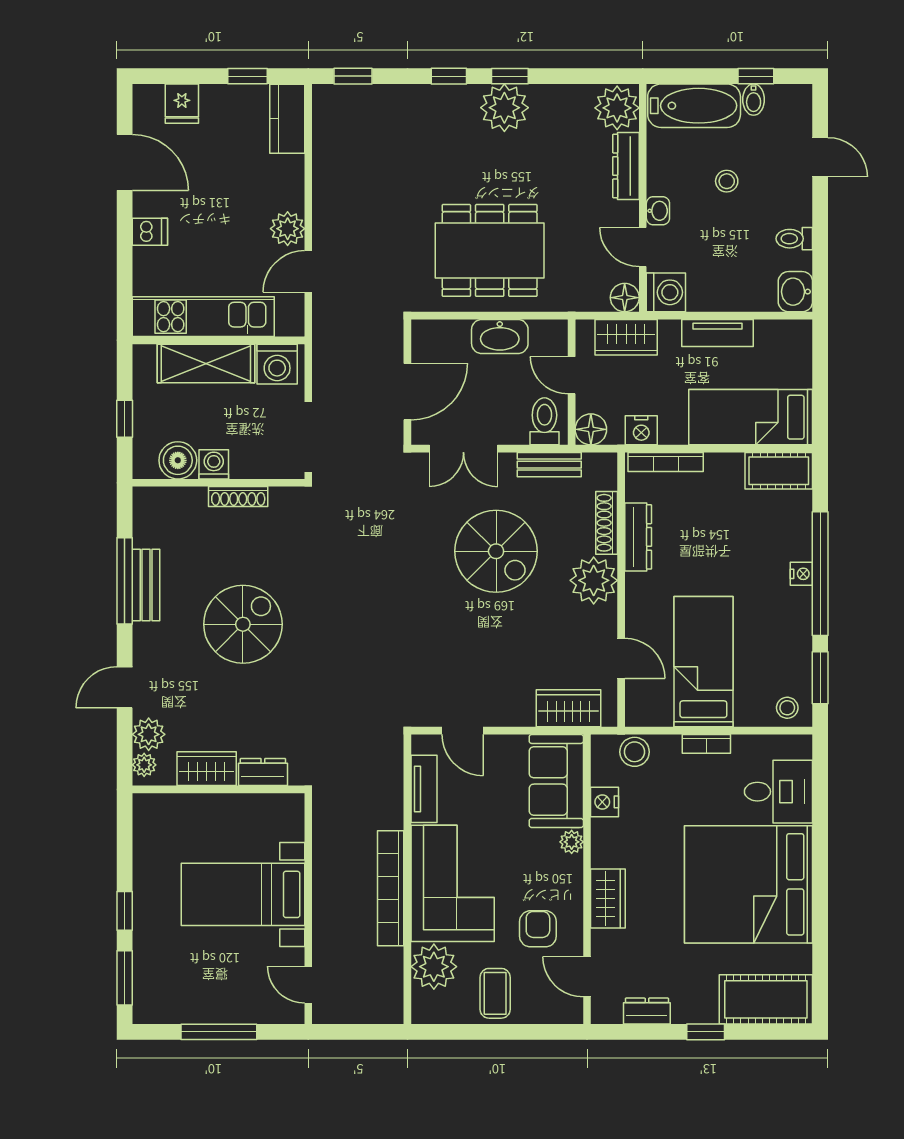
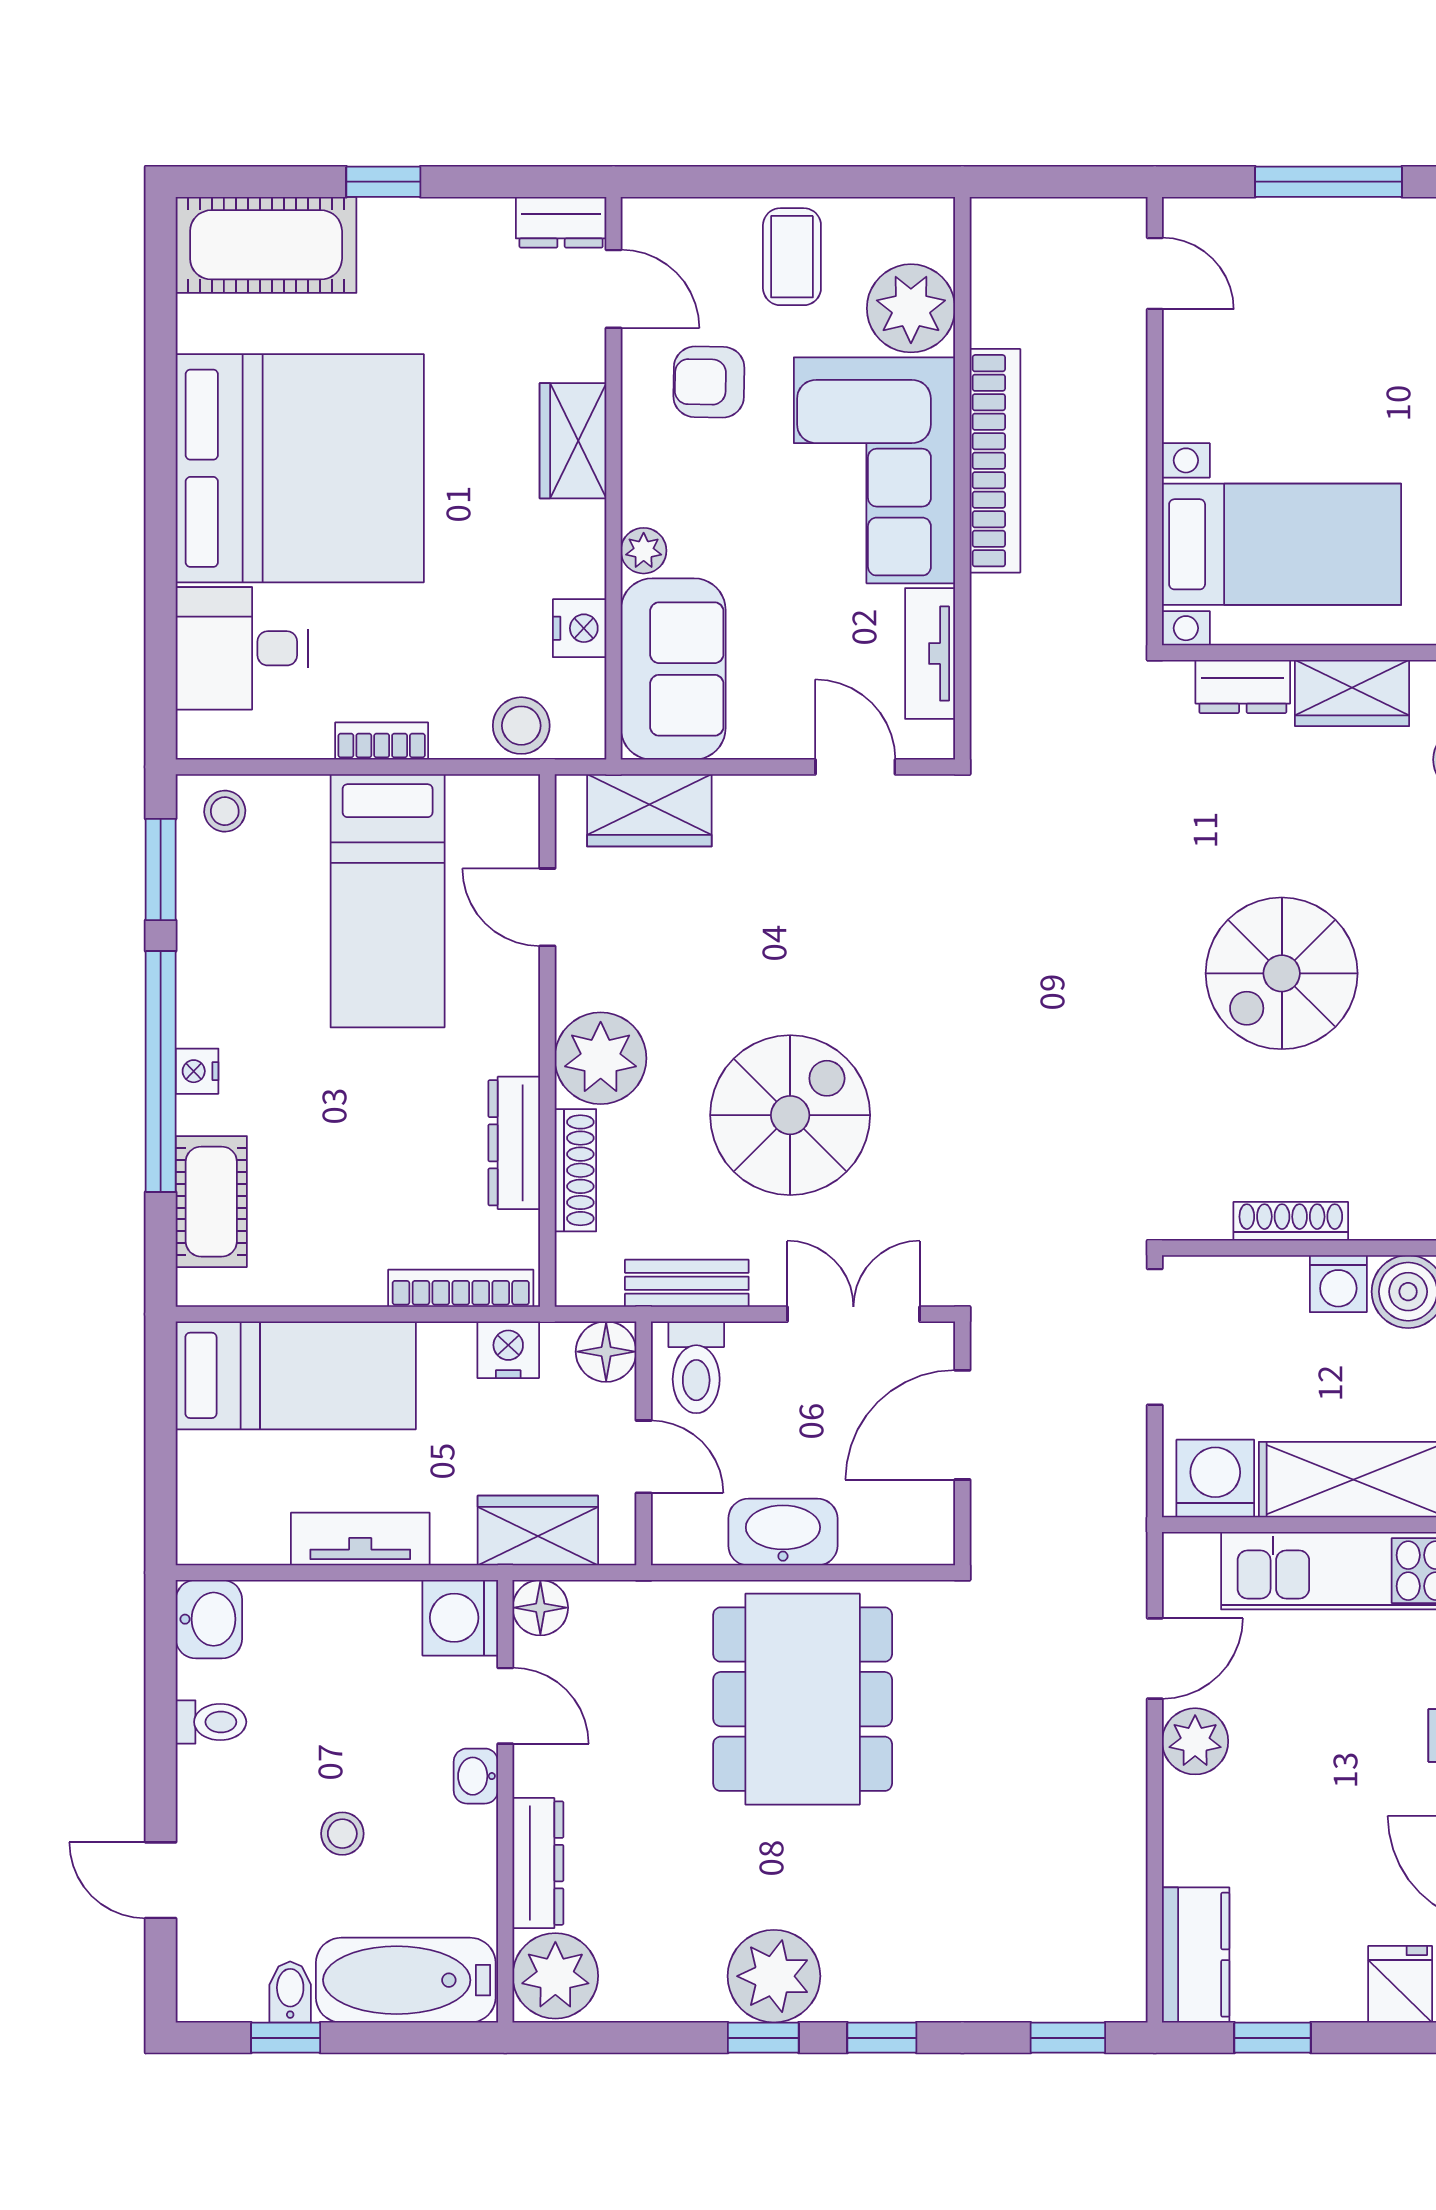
dining table: (490, 250) -> (803, 1699), turned 90
cot: (779, 471) -> (211, 1202), moved, turned 90
spiral stairs: (496, 551) -> (790, 1115), turned 90
bed with nightstands: (243, 894) -> (1282, 544), moved
armchair: (538, 929) -> (709, 382), turned 91
dresser: (647, 1011) -> (561, 222), moved

